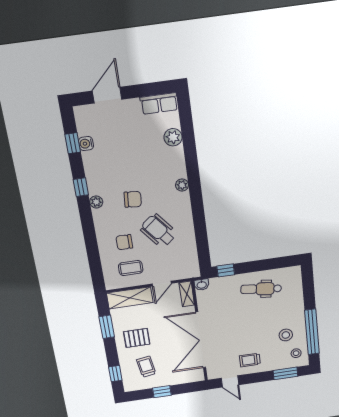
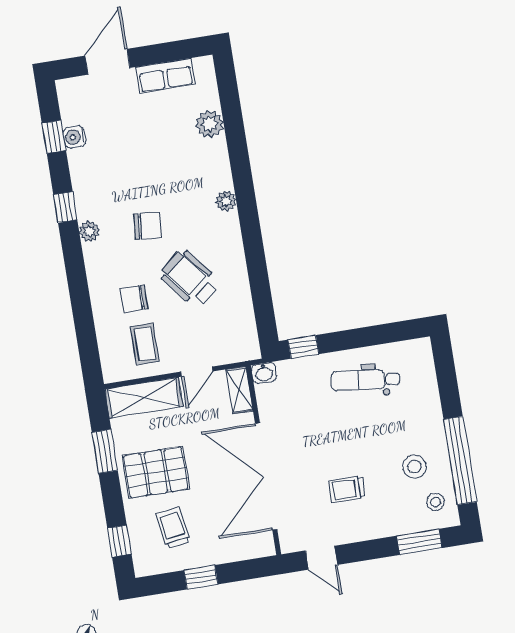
row of seats: (159, 104) -> (165, 76), moved
coffee table: (131, 268) -> (145, 344), turned 90
pallet: (137, 338) -> (156, 472), width x1.50, depth x1.42
trolley: (250, 360) -> (347, 489), moved

